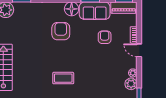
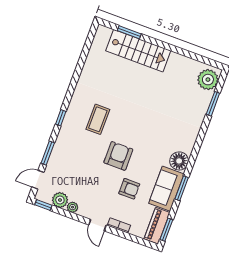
armchair: (61, 31) -> (118, 156), moved, turned -90
door: (139, 50) -> (97, 225), swing flipped

